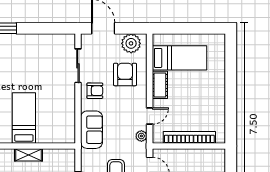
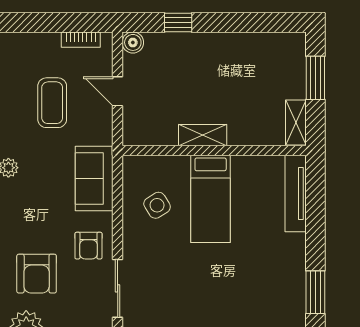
armchair: (95, 91) -> (88, 246), turned -90
side table: (55, 114) -> (157, 205), added

